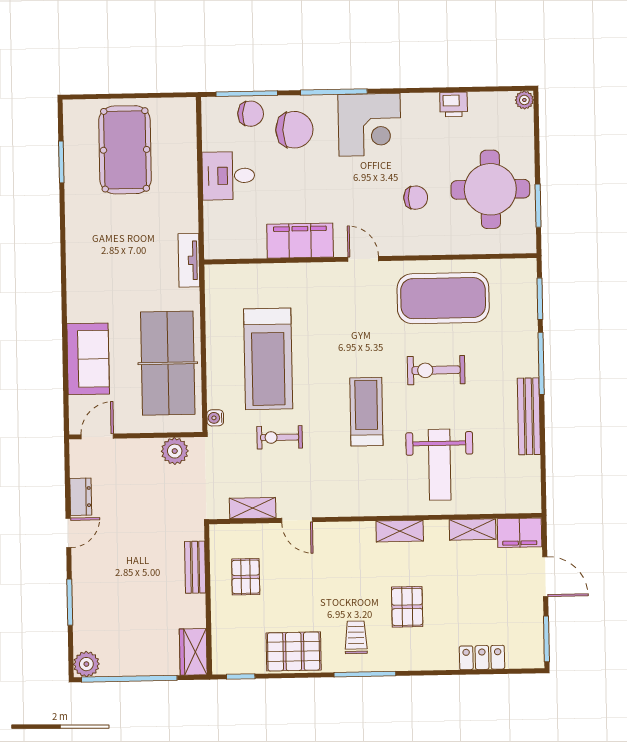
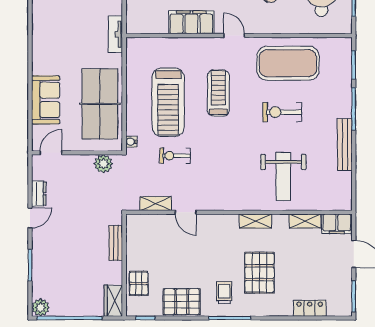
treadmill: (366, 412) -> (218, 93), moved
pallet: (246, 577) -> (139, 283), moved
pallet: (407, 607) -> (259, 273), width x1.50, depth x1.42

